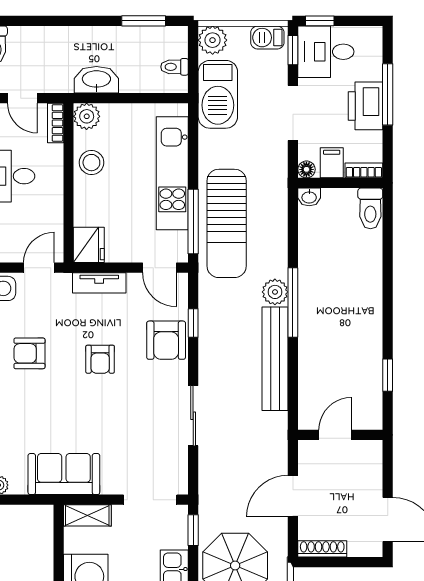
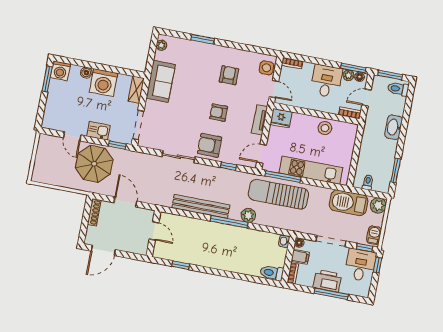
washbasin: (96, 80) -> (394, 127), moved, turned 180
plant: (87, 116) -> (350, 130), removed
plant: (275, 292) -> (248, 215), moved
armchair: (166, 340) -> (210, 145), moved

